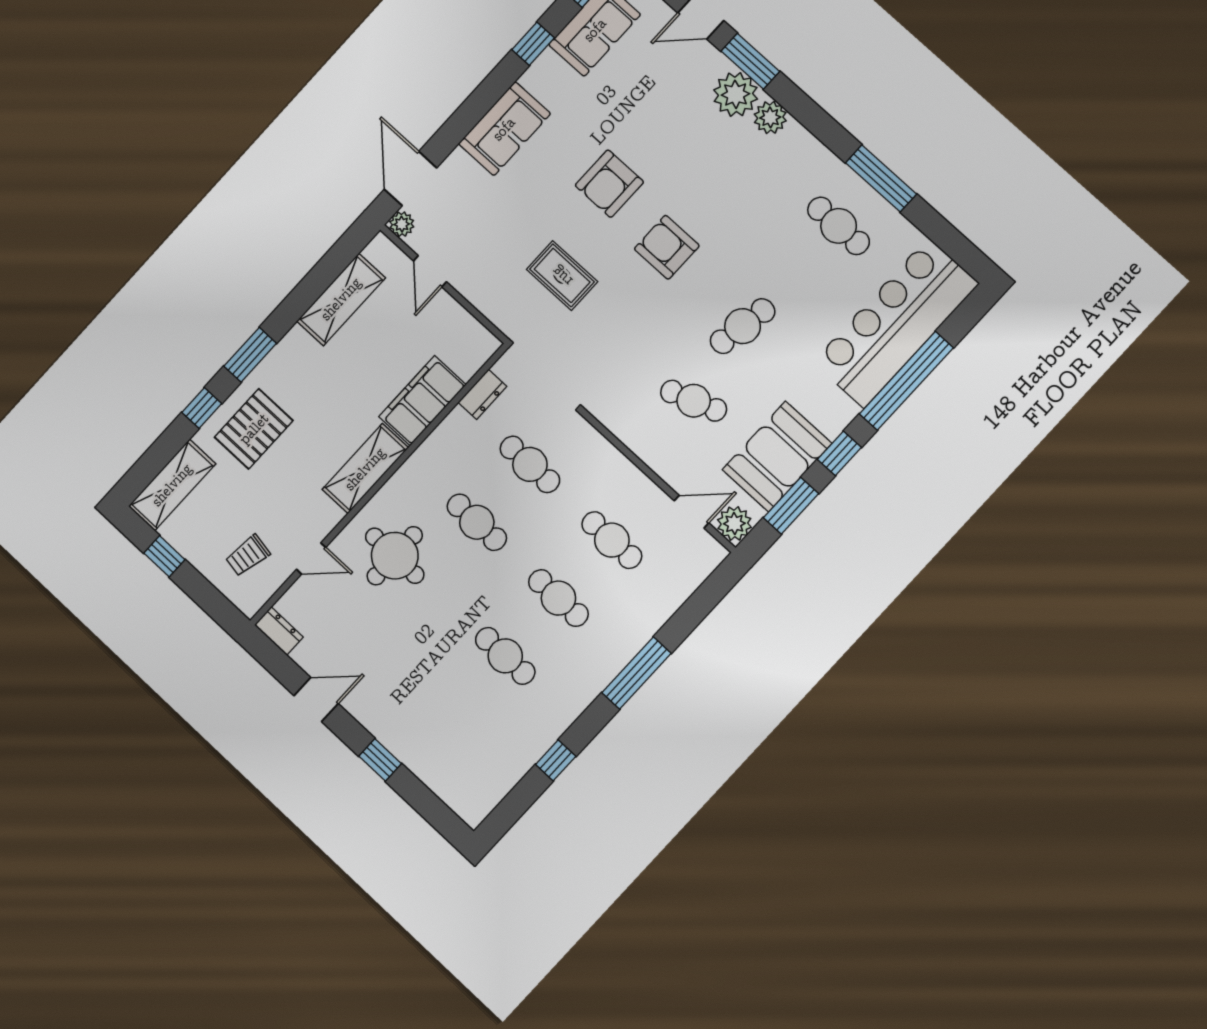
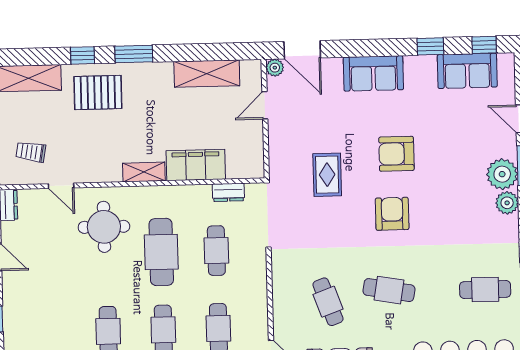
door: (410, 179) -> (302, 50), swing flipped
cafe table: (839, 226) -> (485, 289), turned 90
shelving: (365, 469) -> (144, 172), width x0.67, depth x0.75
cafe table: (477, 522) -> (161, 252), width x1.37, depth x1.35

